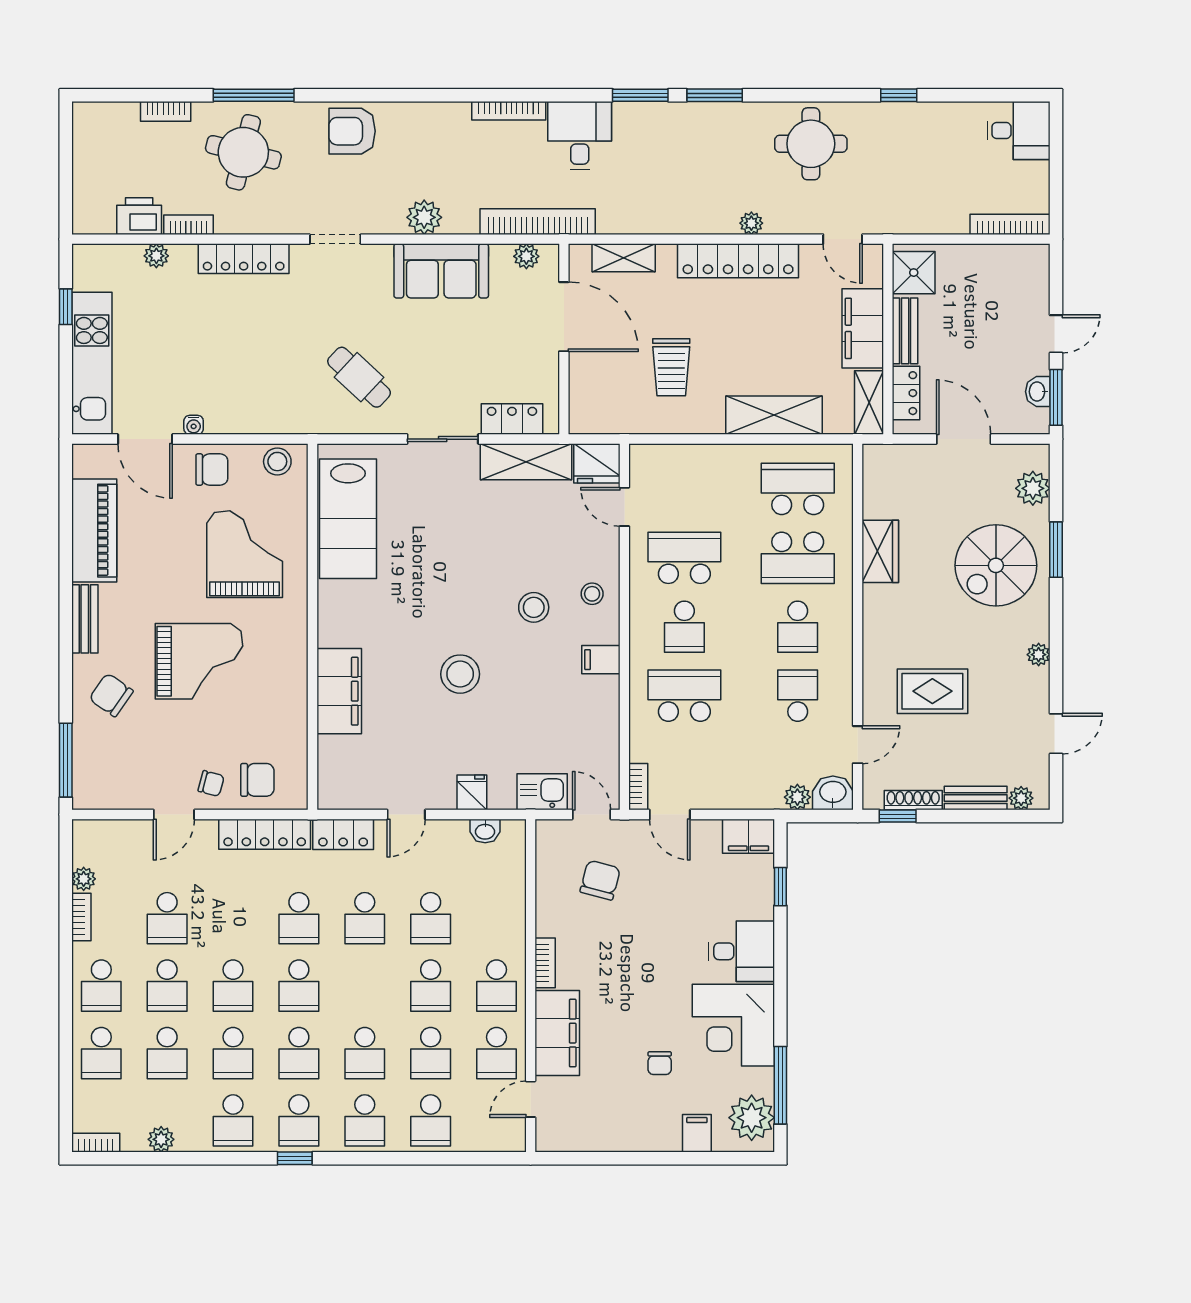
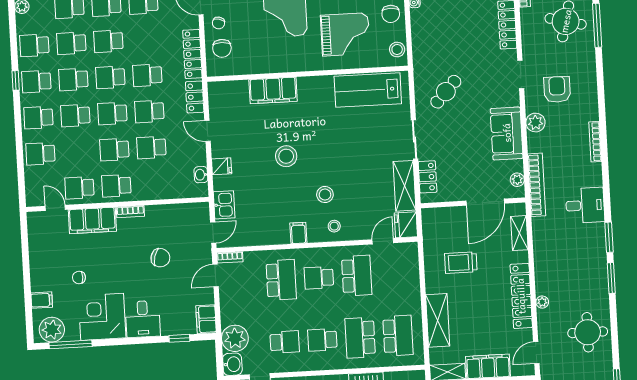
bookcase: (509, 111) -> (595, 142), moved
armchair: (352, 131) -> (557, 89), moved
plant: (797, 797) -> (235, 338), width x1.88, depth x1.88
chair: (600, 880) -> (160, 258), moved
school desk: (431, 1053) -> (112, 113), moved

